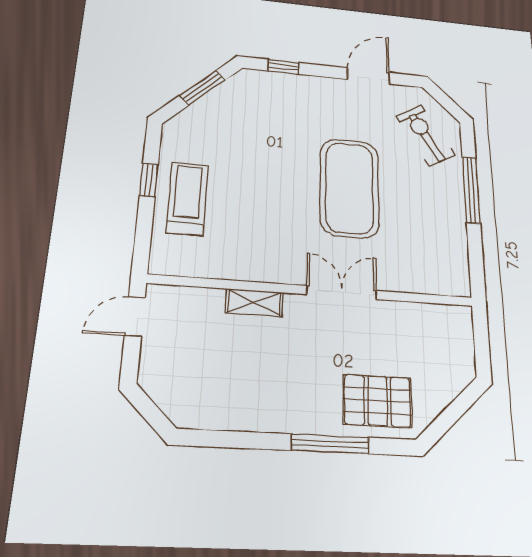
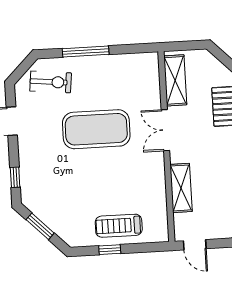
exercise bike: (425, 135) -> (51, 82), turned -143
shelving: (254, 303) -> (181, 188), width x1.50, depth x1.33
shelving: (424, 319) -> (175, 80), added

